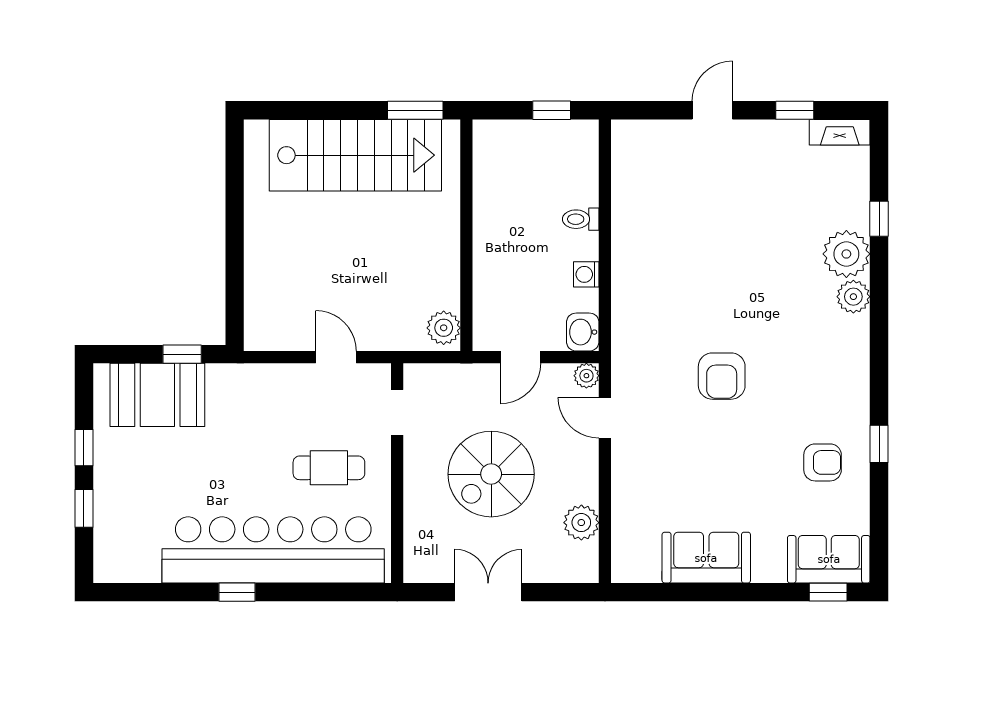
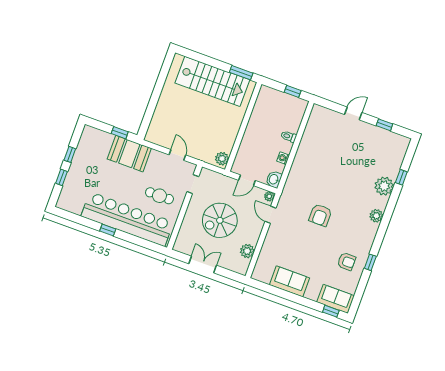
fireplace: (840, 132) -> (398, 139), removed
plant: (853, 297) -> (376, 216), moved
booth: (157, 395) -> (129, 154), moved

